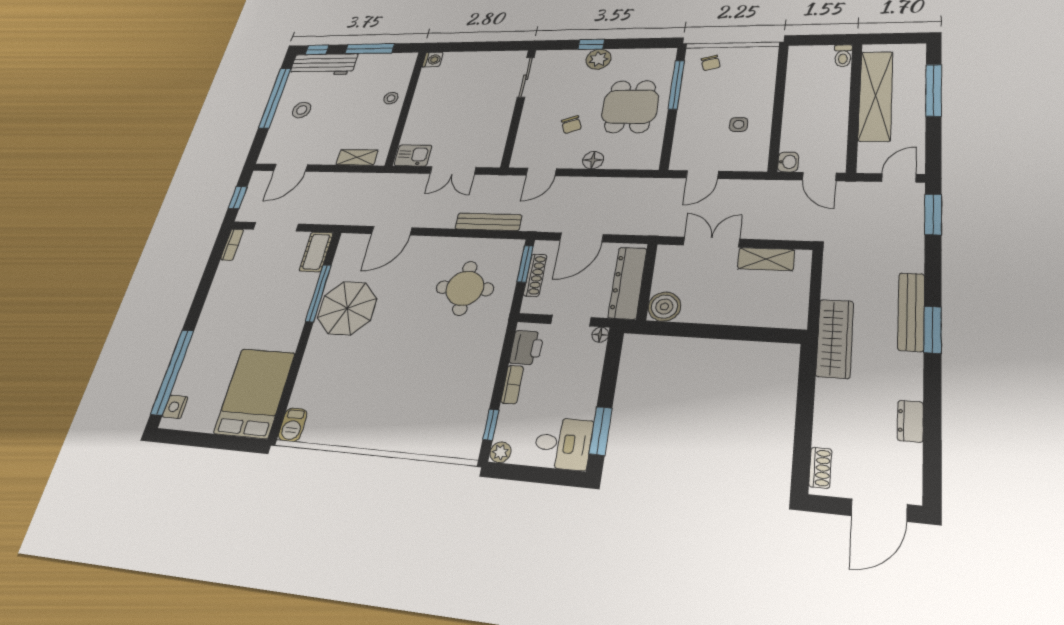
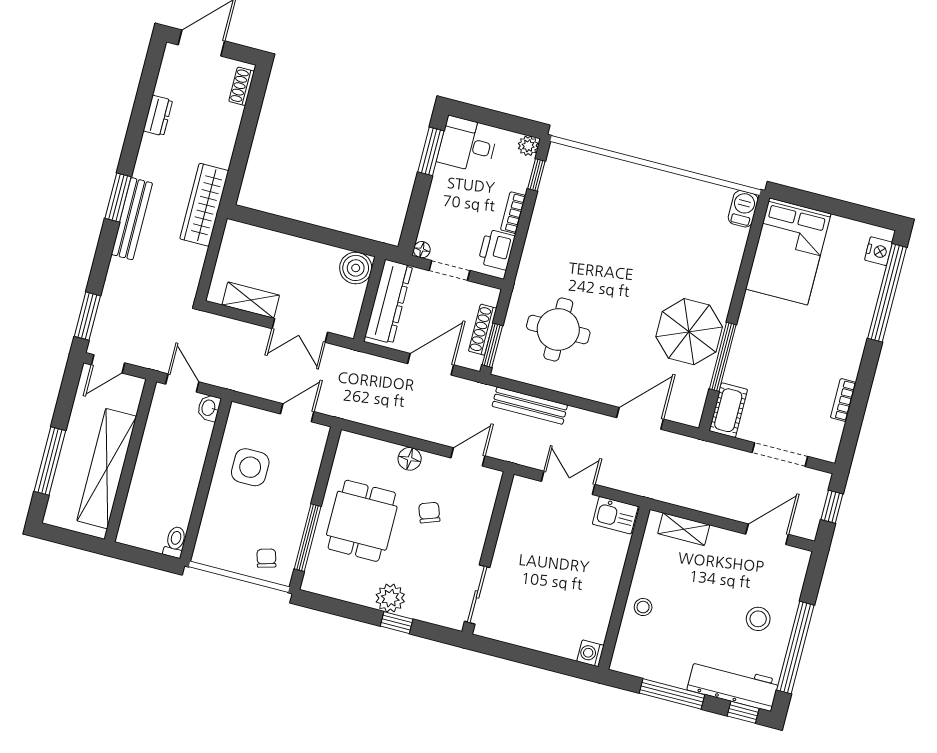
toilet: (843, 56) -> (175, 542), moved
side table: (739, 124) -> (250, 467), width x1.87, depth x1.87
bookcase: (232, 245) -> (843, 400), moved

